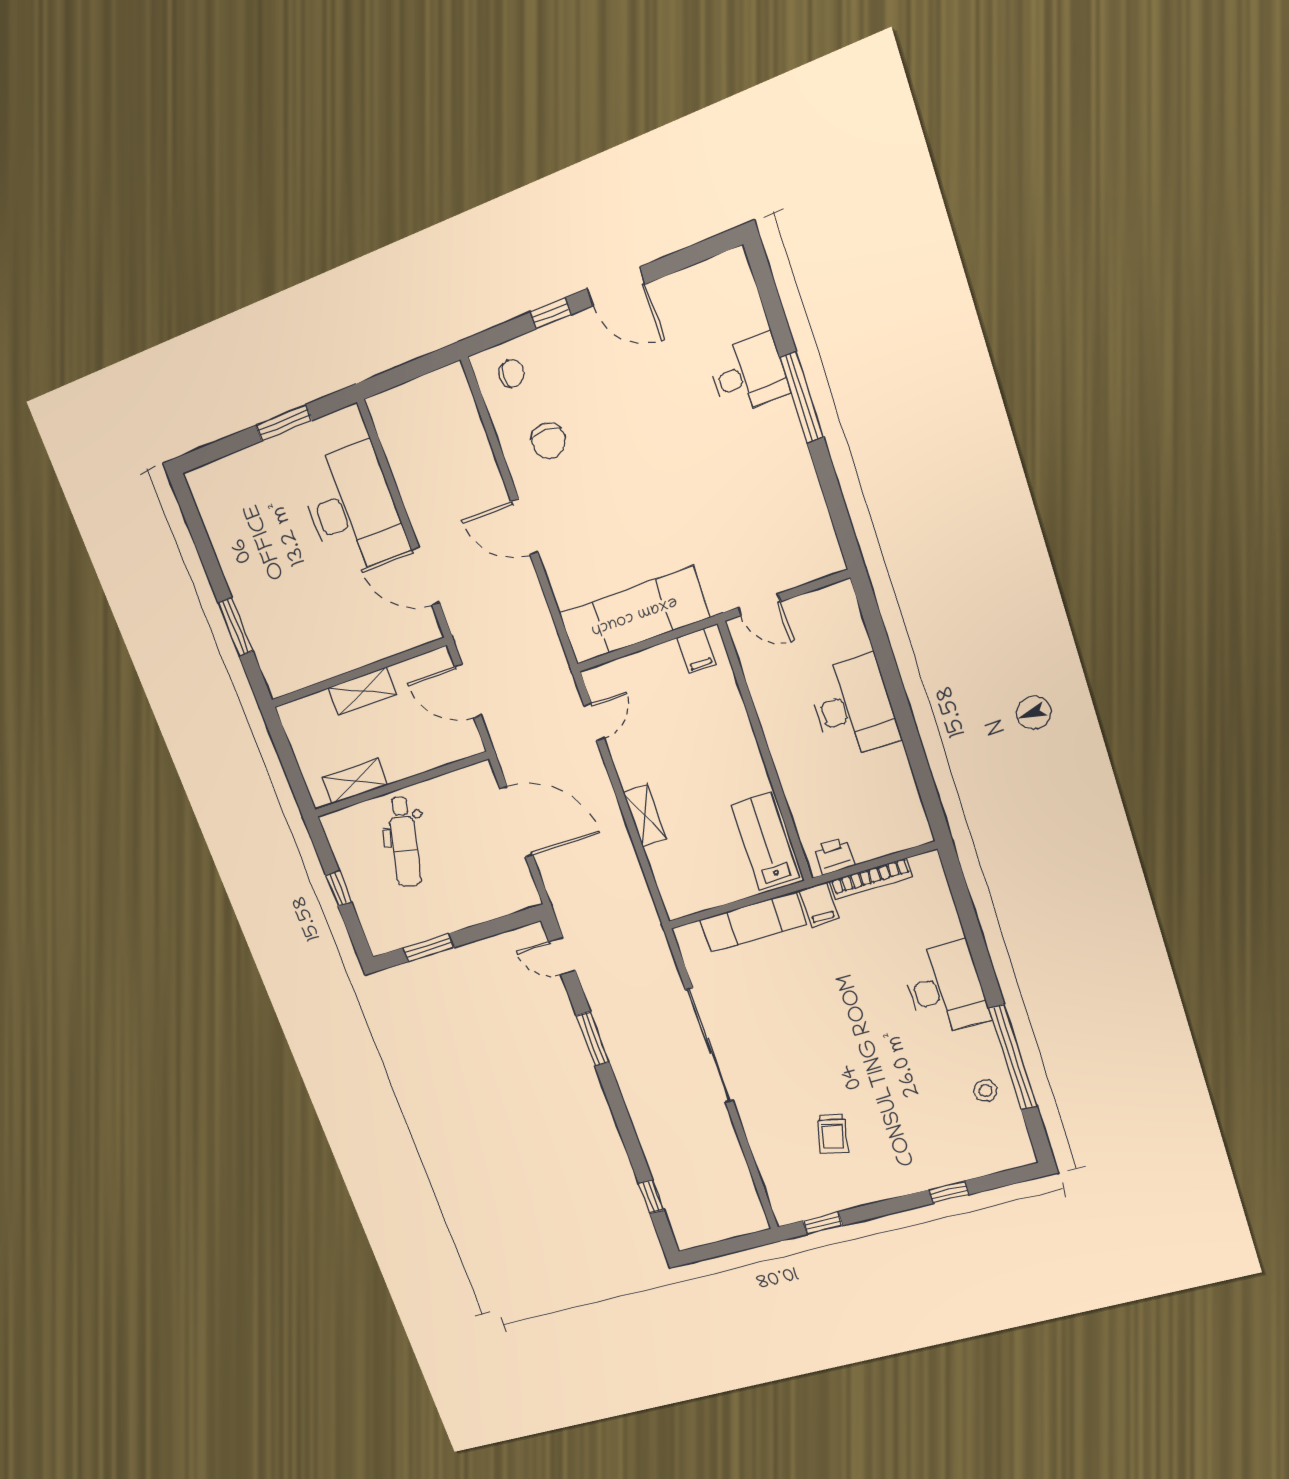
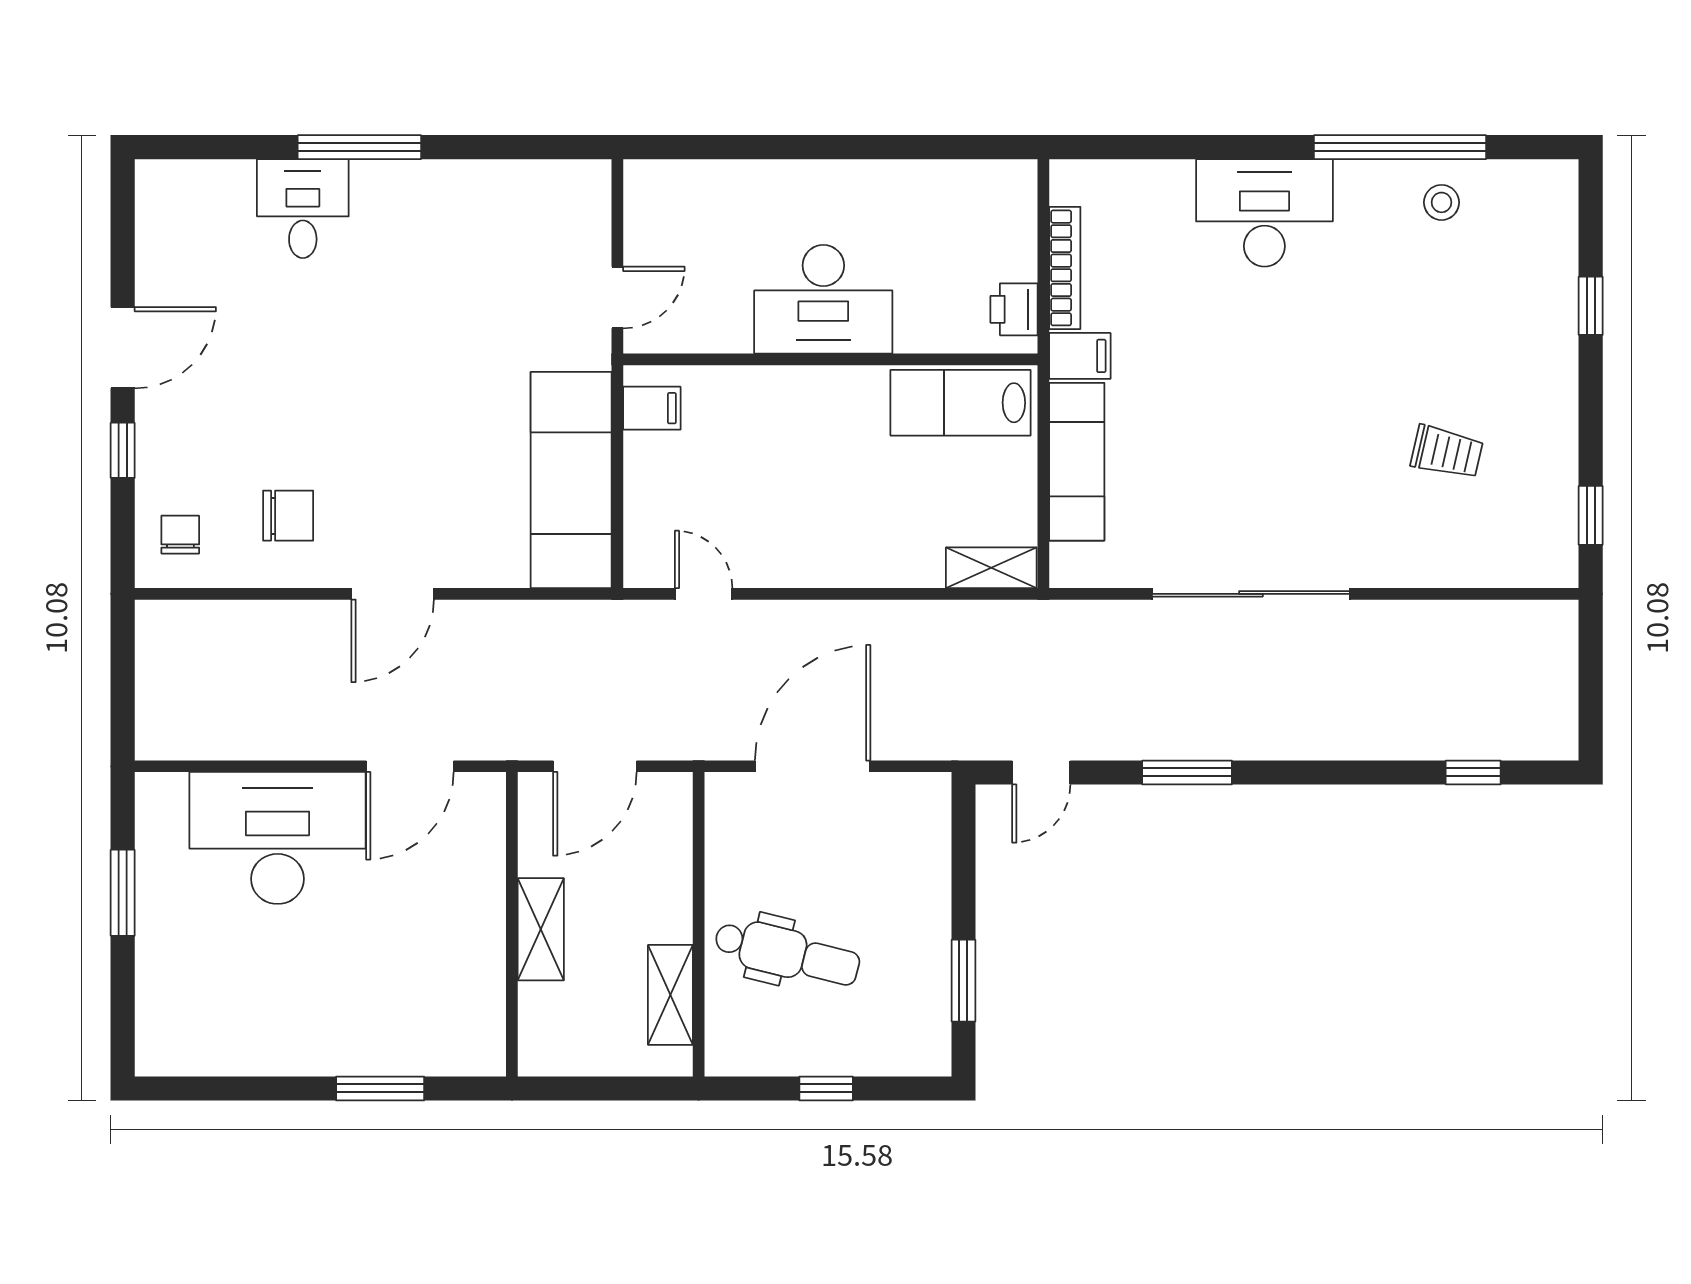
desk: (853, 707) -> (823, 299), moved, turned 180
shelving: (645, 815) -> (991, 568), moved

